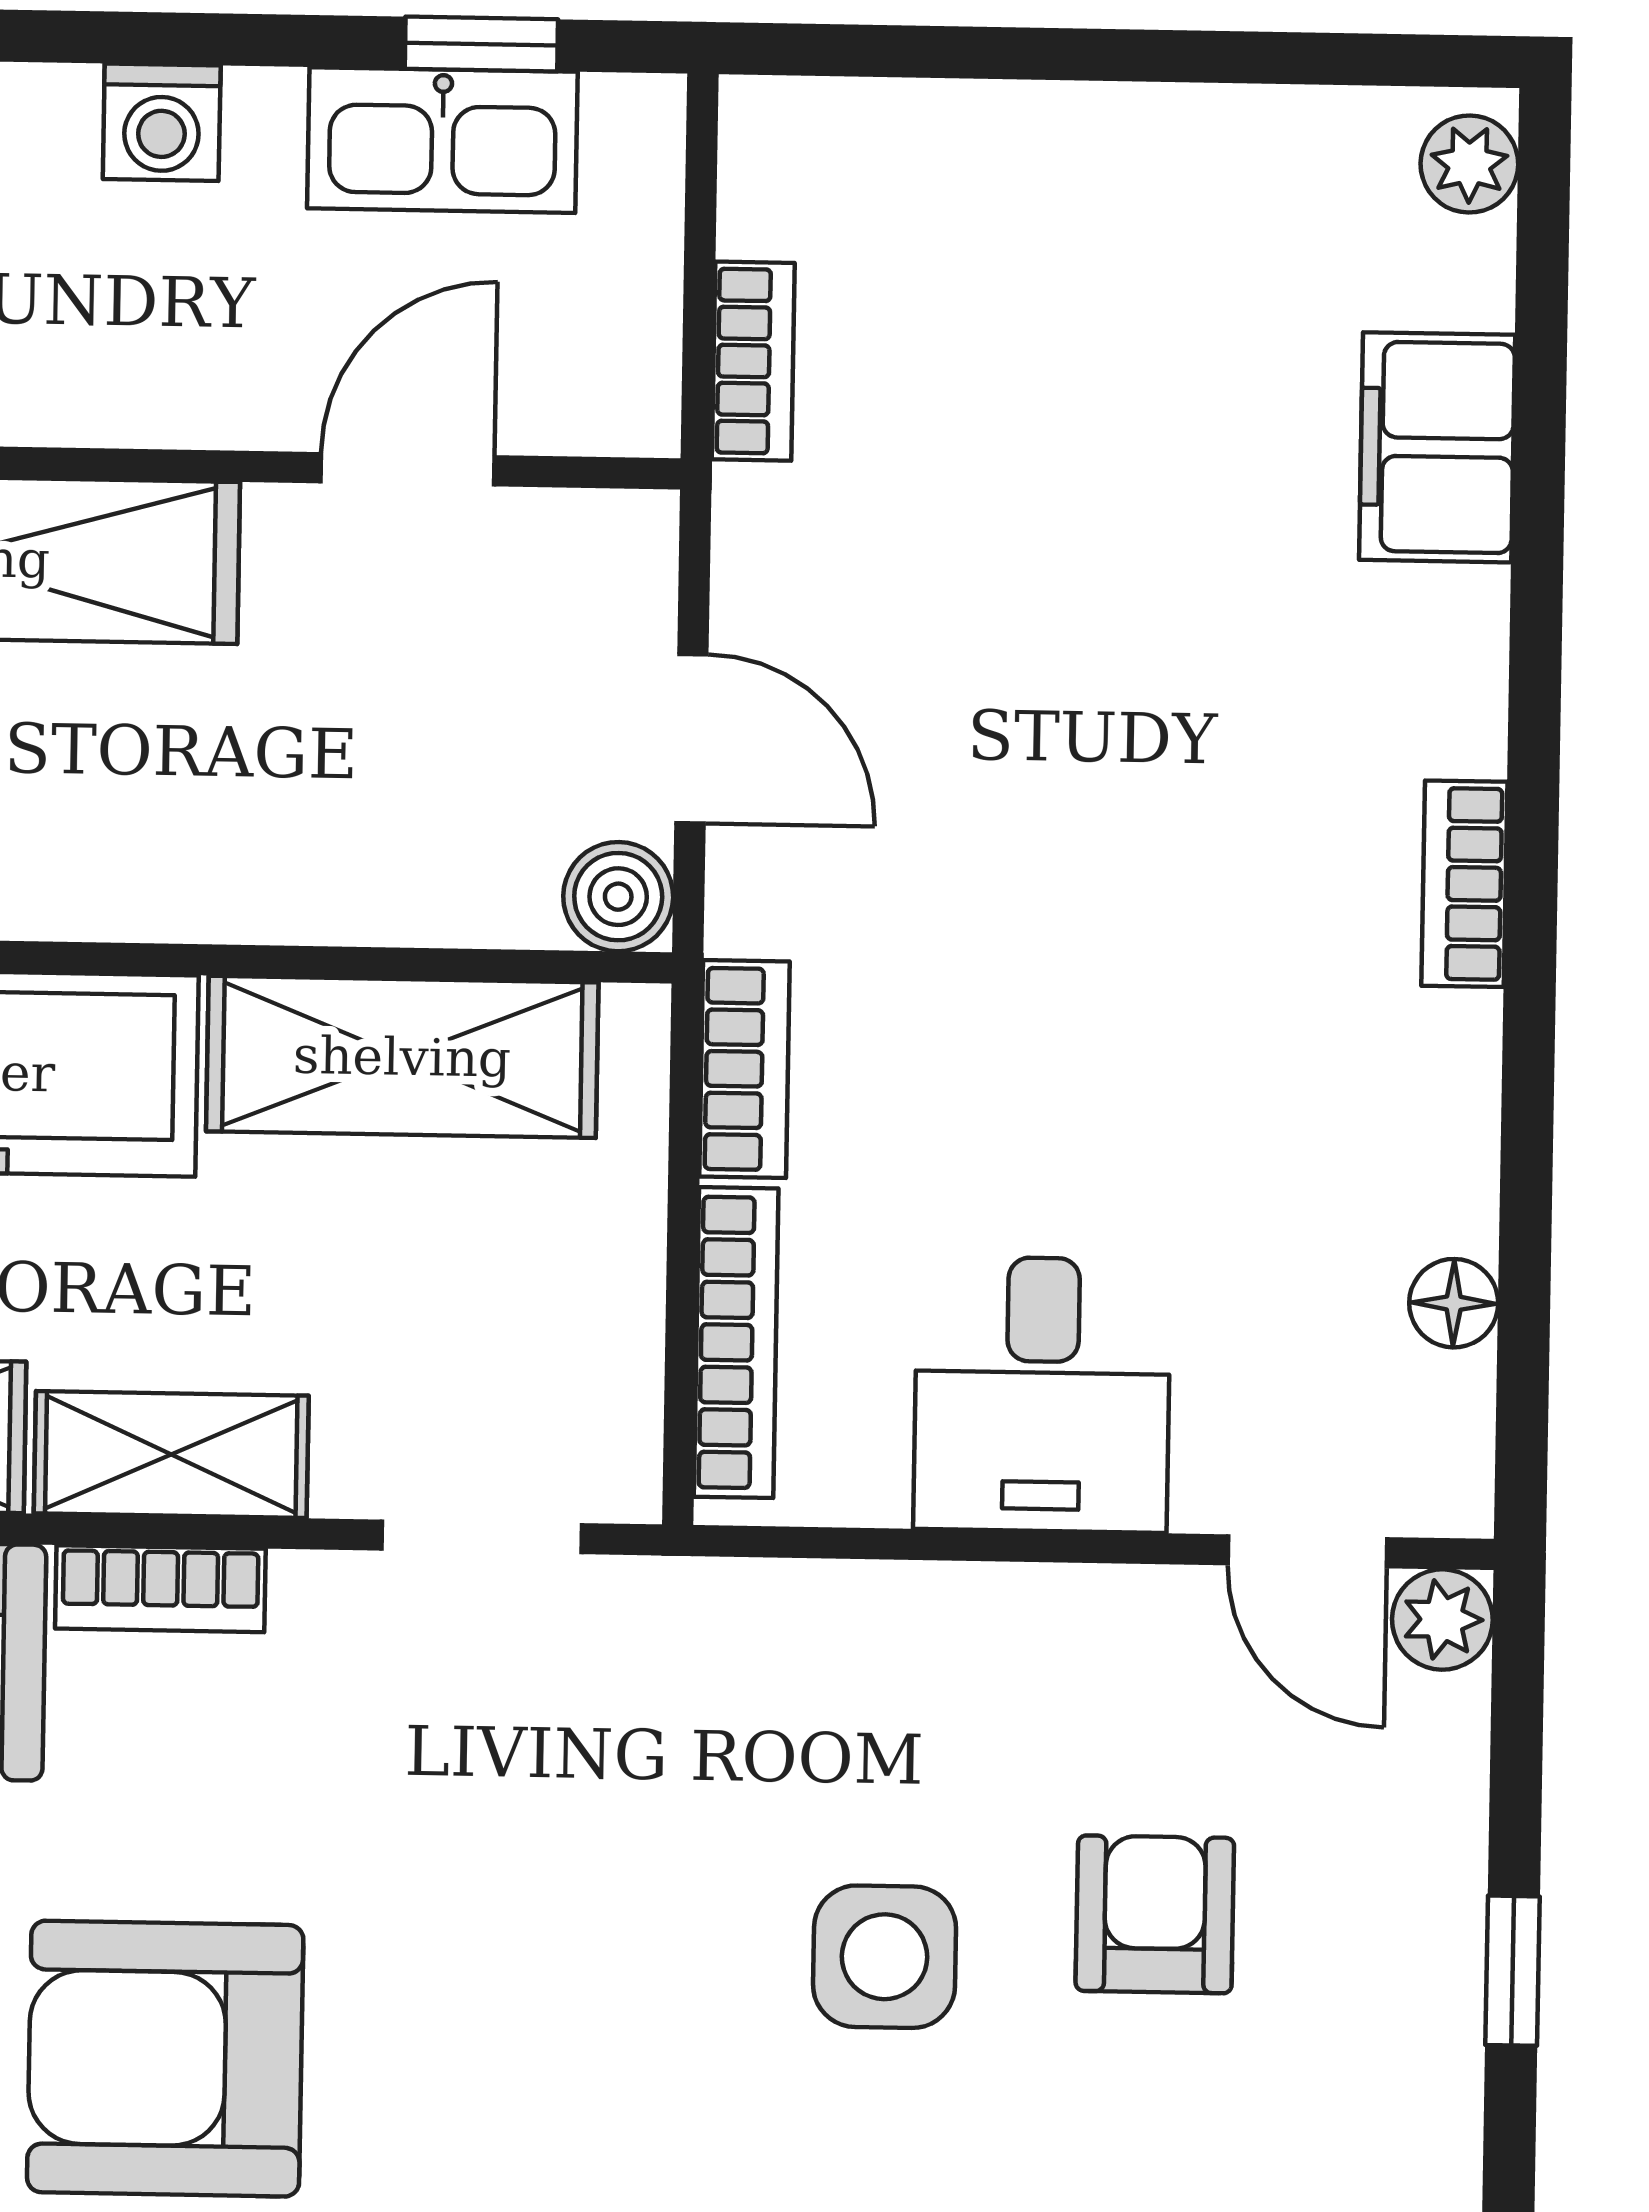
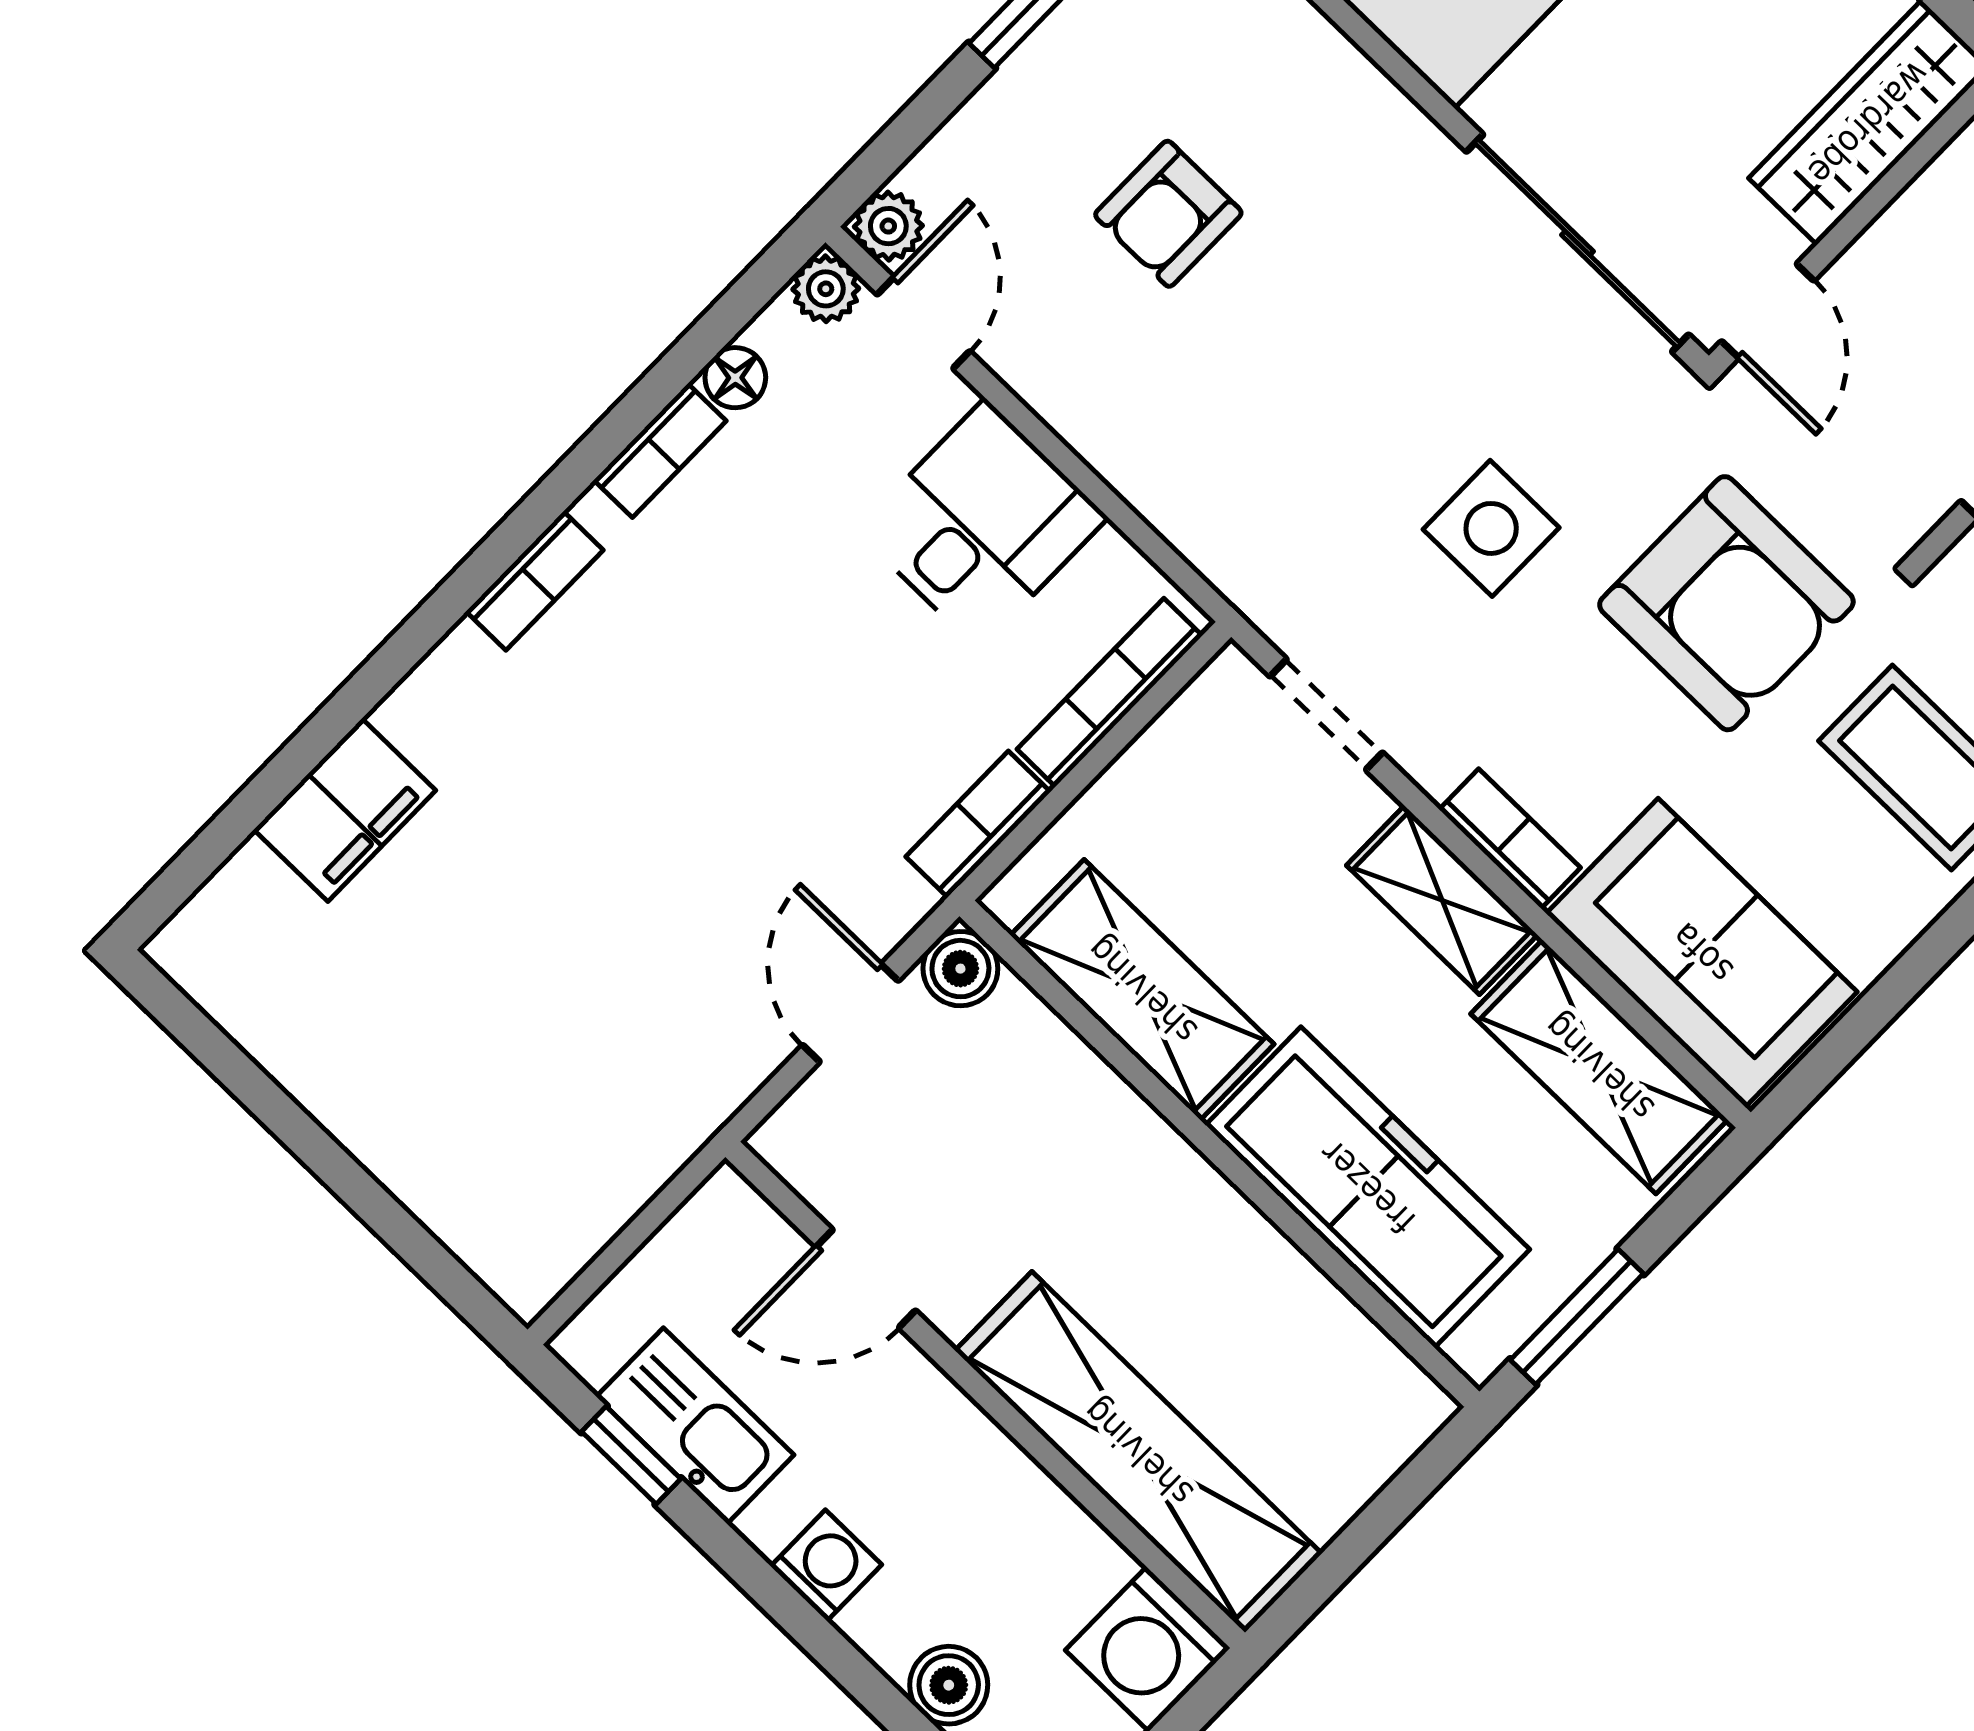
plant: (1469, 164) -> (826, 289), moved
bookcase: (753, 361) -> (660, 450), moved, turned 180
side table: (885, 1957) -> (1491, 528), moved

